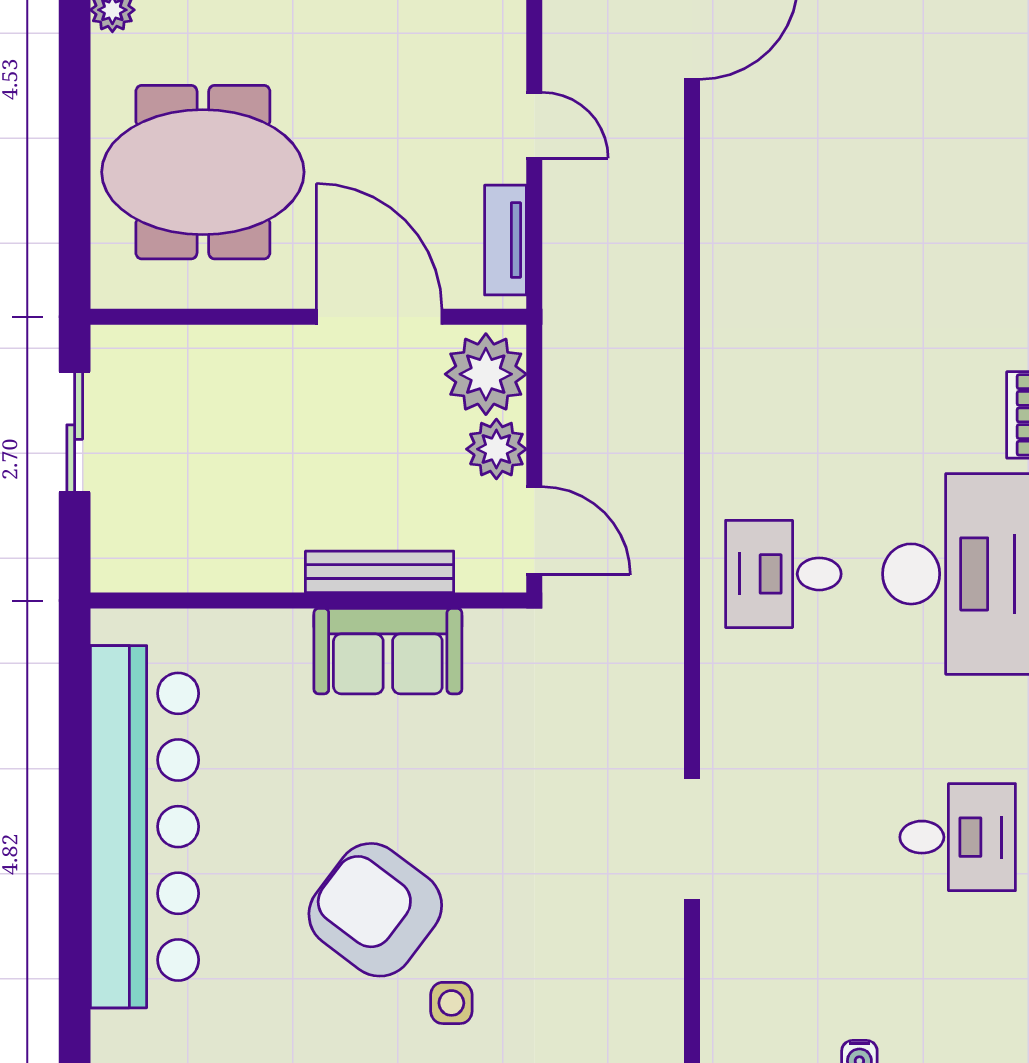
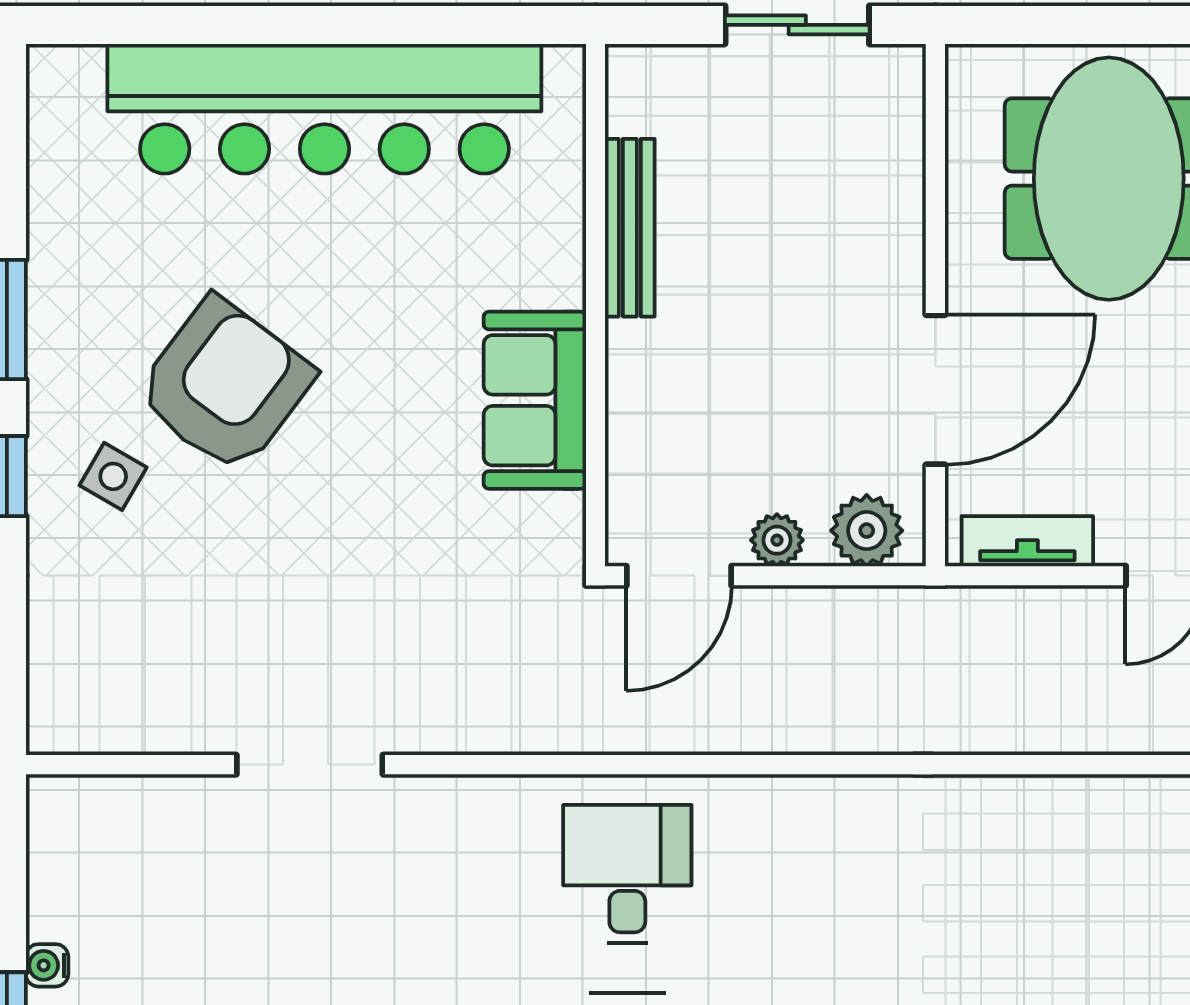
plant: (486, 374) -> (867, 531), width x0.73, depth x0.73
plant: (496, 449) -> (777, 540), width x0.73, depth x0.73
bench: (380, 572) -> (630, 228), moved
side table: (451, 1003) -> (113, 476), turned 30

